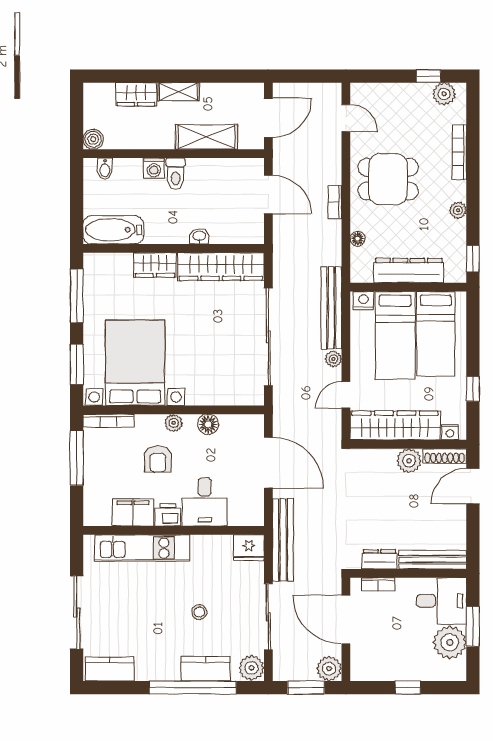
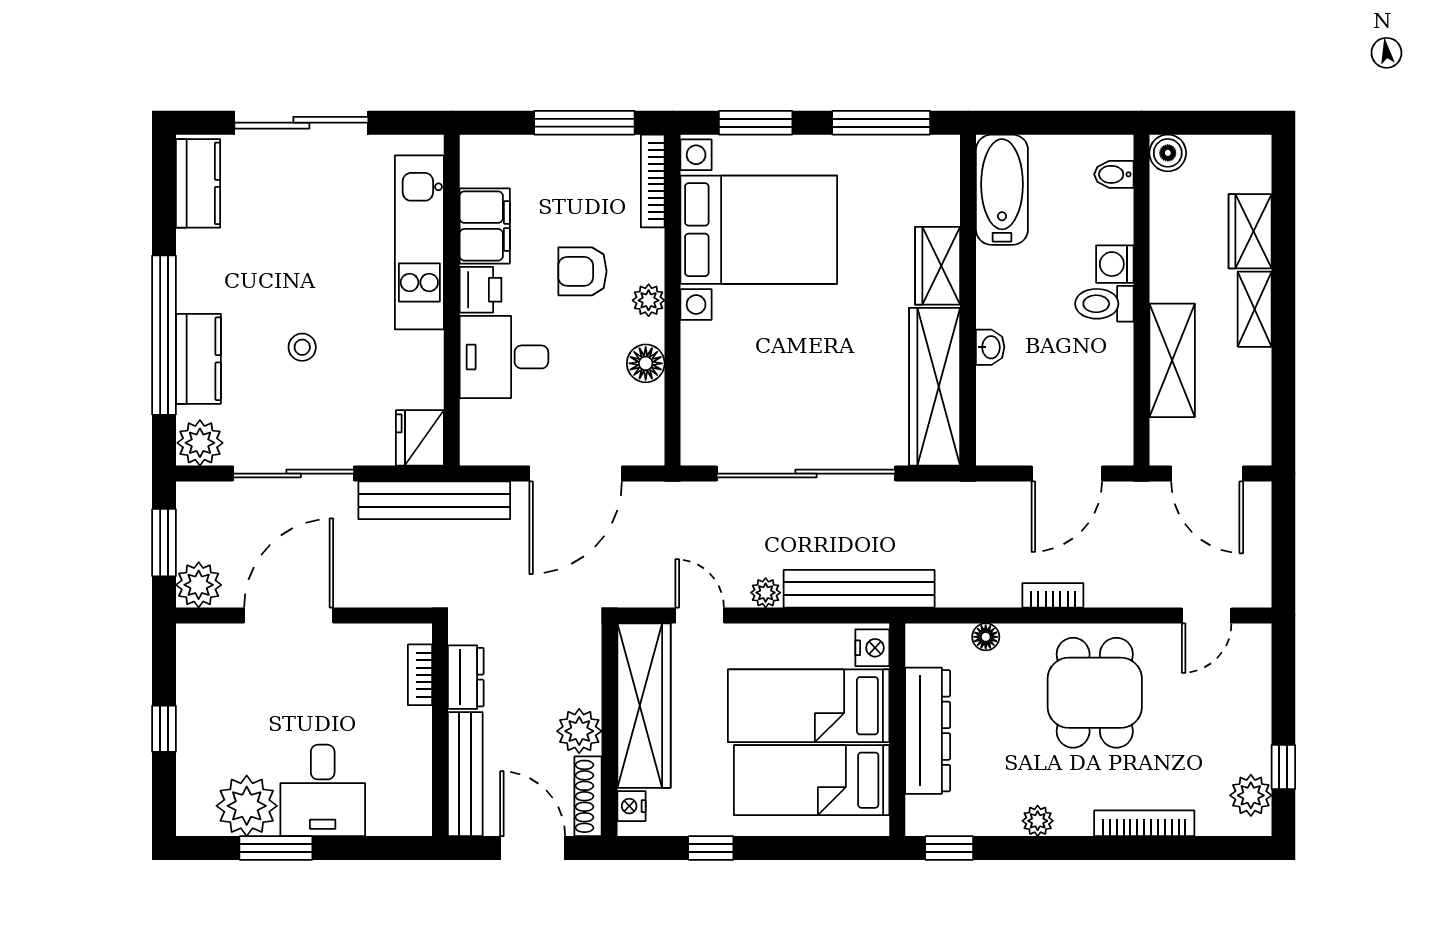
dresser: (380, 559) -> (466, 677), moved
bench: (433, 560) -> (465, 774), moved
wall: (408, 573) -> (440, 730), moved
bookcase: (378, 584) -> (420, 675), moved

